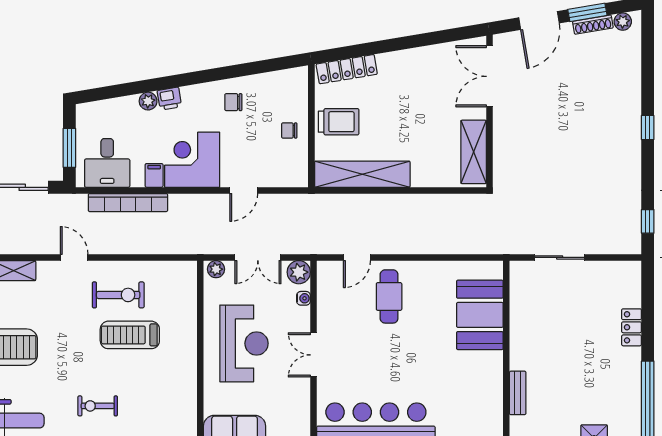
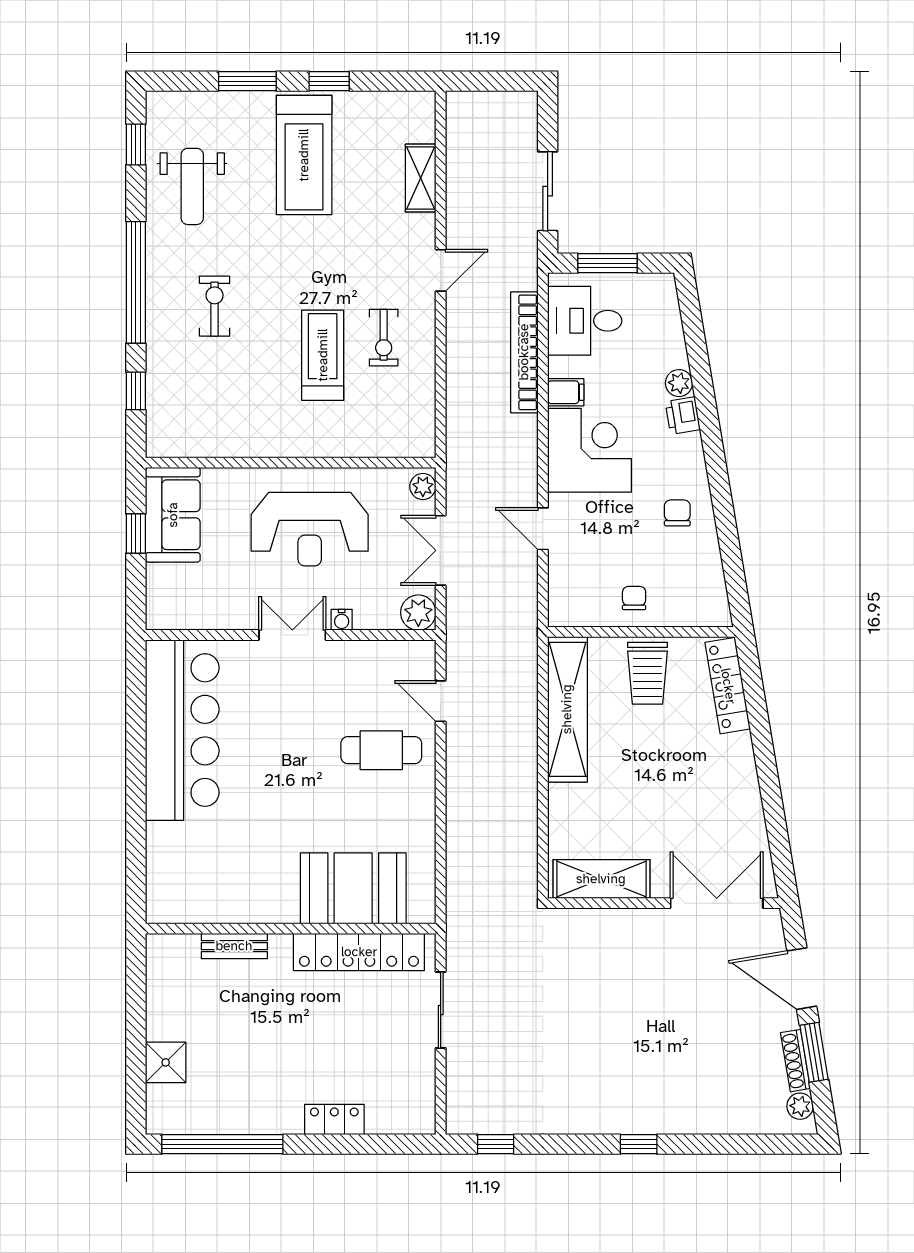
exercise bike: (118, 295) -> (384, 338), width x0.73, depth x0.72
water cooler: (303, 298) -> (342, 620), moved
locker: (522, 311) -> (359, 952), added

